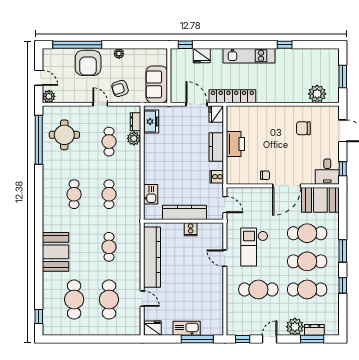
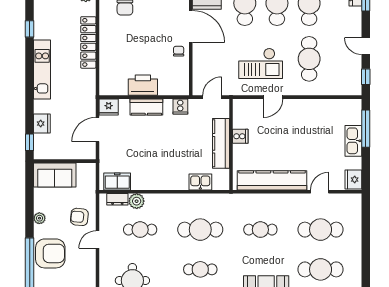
sofa: (157, 84) -> (55, 175), moved
armchair: (120, 88) -> (79, 217), turned 114
locker: (232, 96) -> (88, 42), moved
cafe table: (109, 194) -> (200, 230), width x1.37, depth x1.35
plant: (295, 327) -> (352, 17), removed

